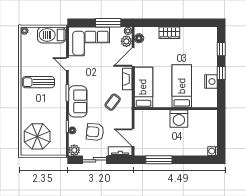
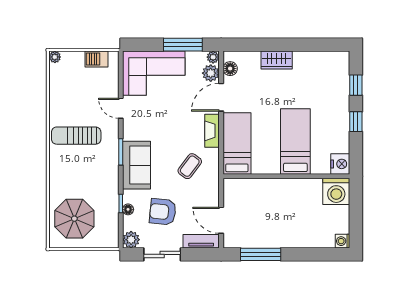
barbecue: (52, 35) -> (96, 59), width x0.53, depth x0.65
nightstand: (211, 81) -> (340, 164), moved
washing machine: (179, 119) -> (336, 191), moved

